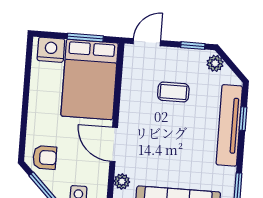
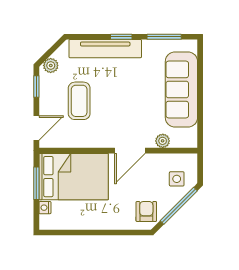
door: (147, 42) -> (36, 128), swing flipped
nightstand: (51, 50) -> (45, 208), width x0.53, depth x0.56
coffee table: (173, 92) -> (79, 101), width x1.36, depth x1.30
window: (243, 119) -> (121, 37), moved

